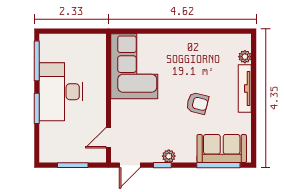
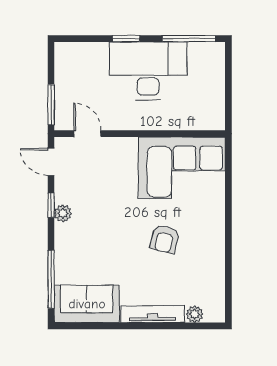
armchair: (197, 103) -> (165, 239), moved
window: (37, 108) -> (126, 39), width x0.67
sofa: (222, 149) -> (87, 304), moved, turned -90
window: (73, 165) -> (51, 105), moved

